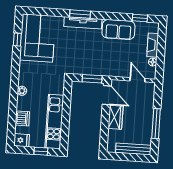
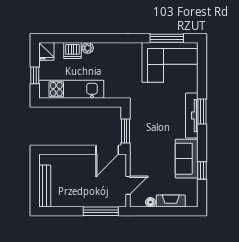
window: (140, 18) -> (202, 170), moved
window: (17, 39) -> (167, 38), width x2.17
plant: (22, 91) -> (88, 48), moved
wardrobe: (115, 117) -> (81, 162), removed
window: (156, 124) -> (101, 211), moved

